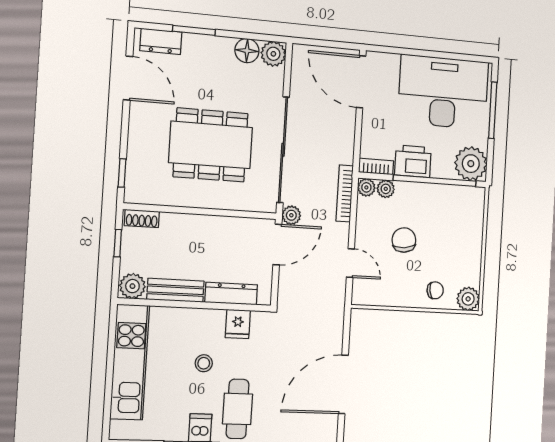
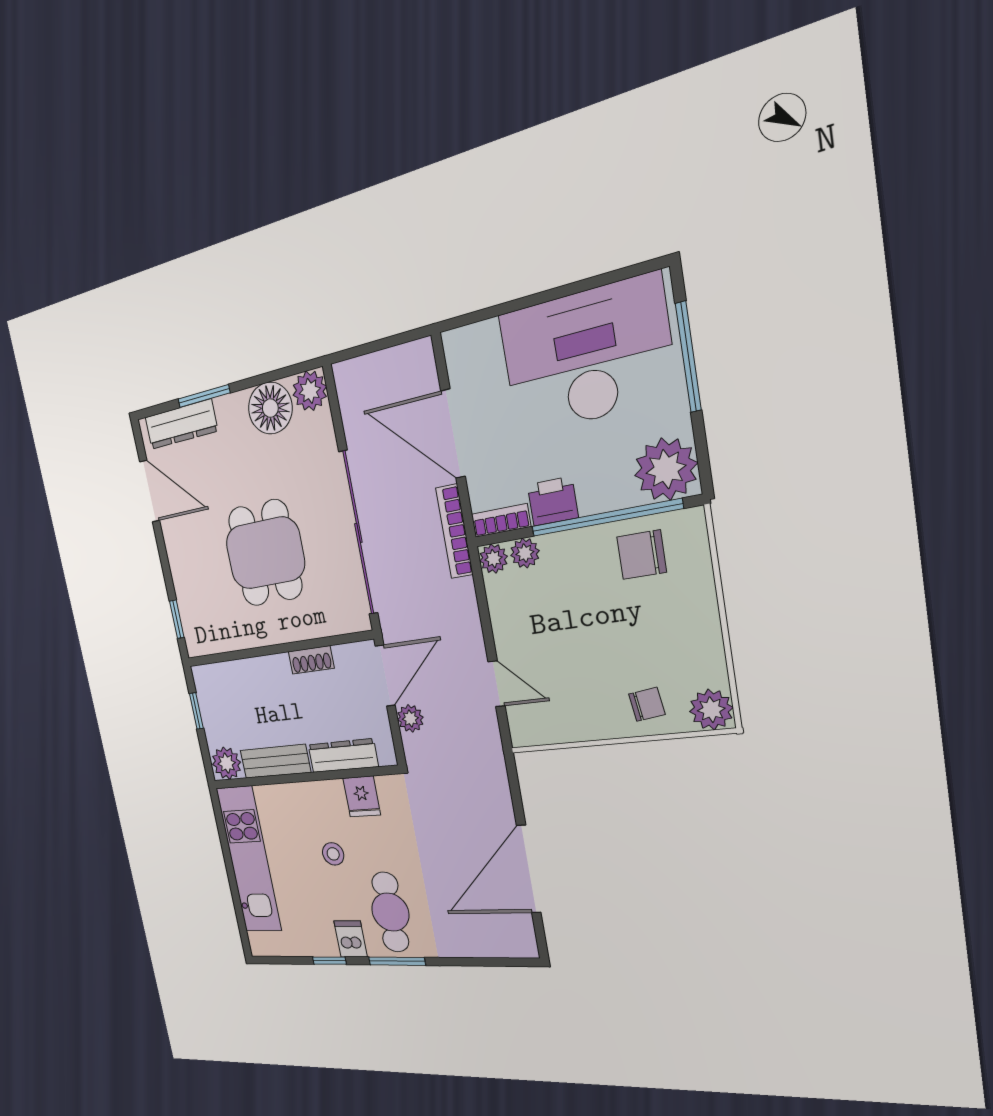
dresser: (161, 41) -> (181, 424), width x1.44
floor lamp: (247, 51) -> (270, 408), width x1.38, depth x1.38
door: (361, 82) -> (453, 434), moved
dining table: (211, 145) -> (265, 553), width x0.73
printer: (413, 161) -> (553, 501), width x0.73, depth x0.81
bookcase: (345, 193) -> (454, 531), moved
plant: (291, 215) -> (410, 718), moved
shoe rack: (142, 218) -> (311, 660), moved
chair: (404, 240) -> (642, 555), moved, turned -84

